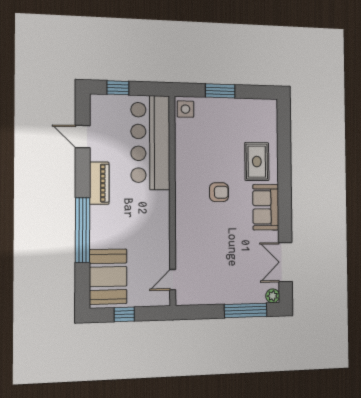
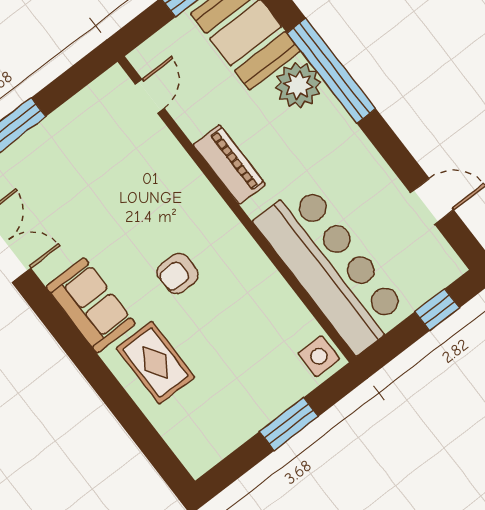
piano: (99, 183) -> (229, 164), moved, turned 180
plant: (103, 235) -> (298, 85), added

